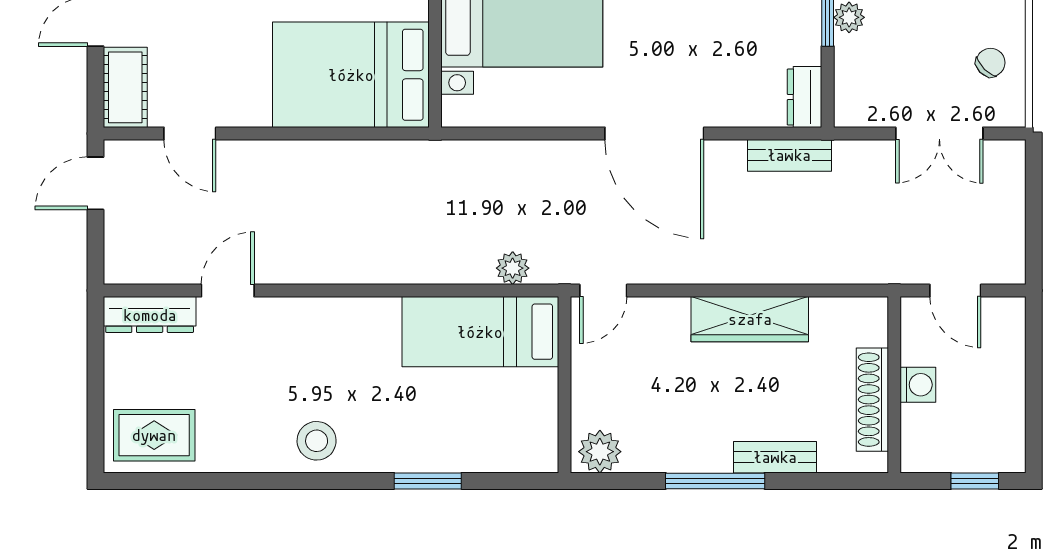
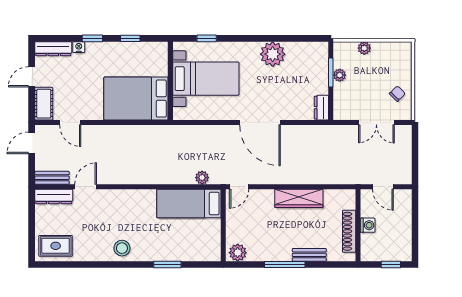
bench: (789, 155) -> (52, 178), moved

